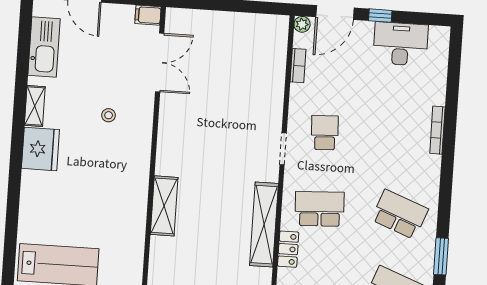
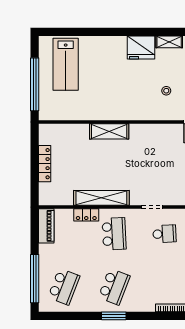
window: (441, 256) -> (114, 316), moved

